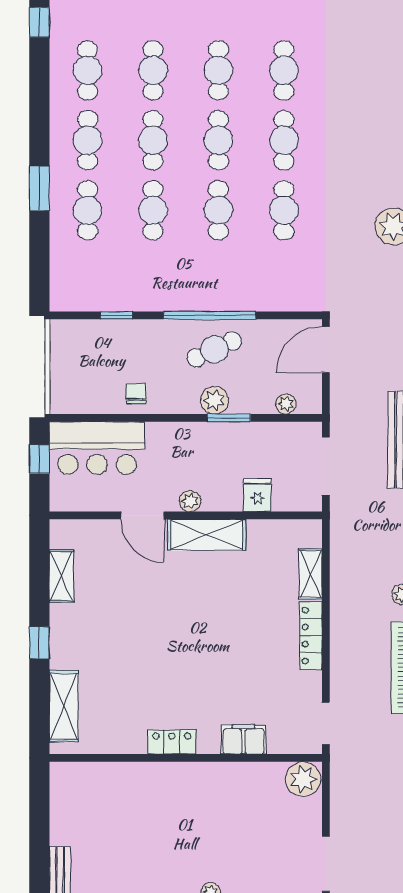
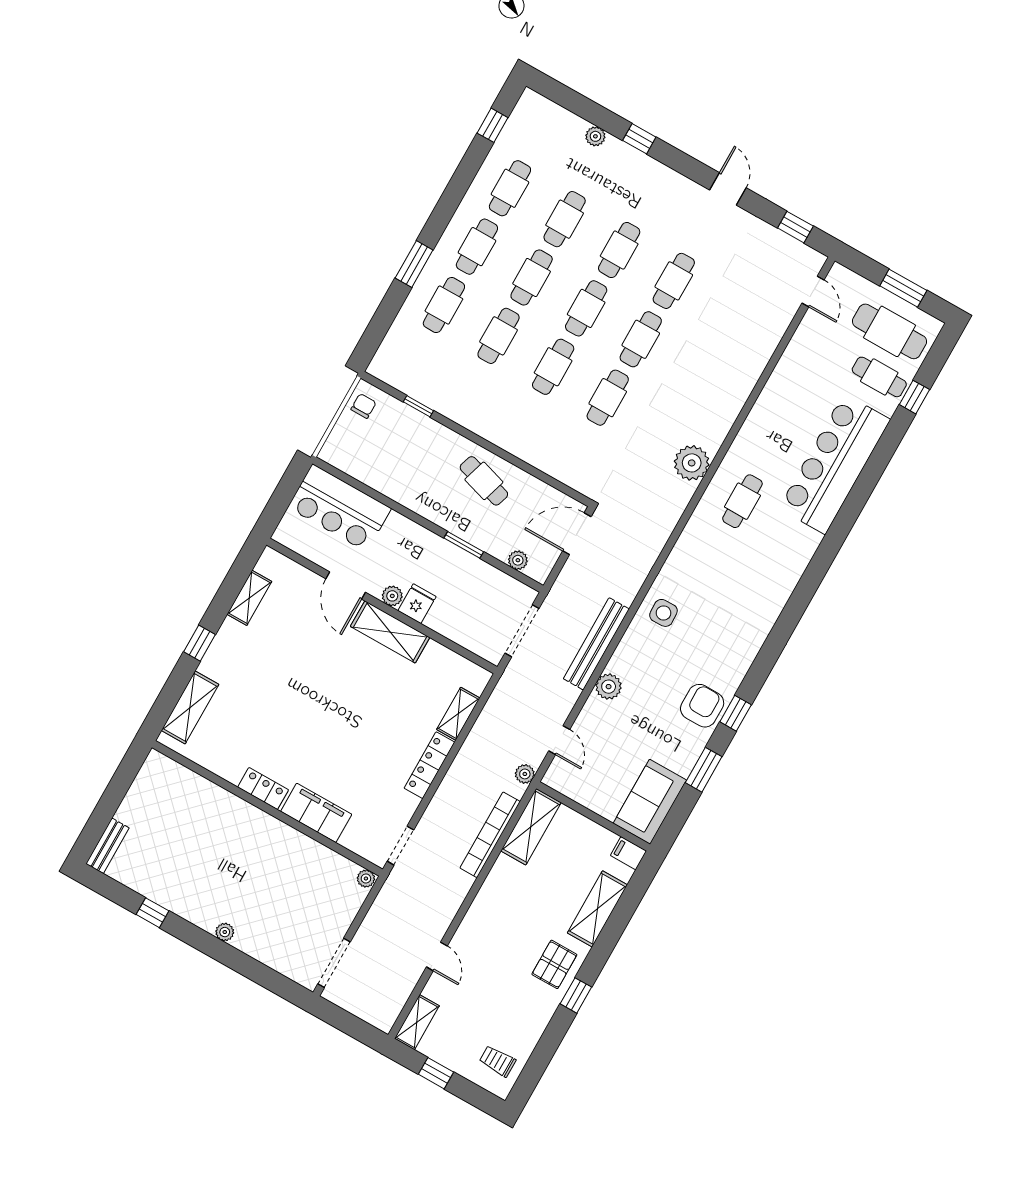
window: (210, 315) -> (496, 450), removed
cafe table: (214, 349) -> (484, 481), turned 42
chair: (136, 394) -> (364, 406), moved
plant: (215, 400) -> (460, 523), removed
window: (39, 459) -> (286, 490), removed
fridge: (257, 495) -> (417, 604), moved
filing cabinet: (244, 739) -> (316, 813), width x1.50, depth x1.17
plant: (303, 779) -> (366, 879), width x0.53, depth x0.53

